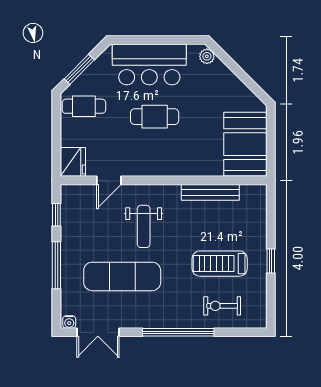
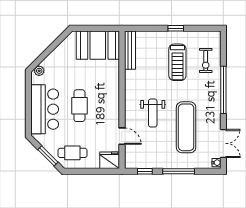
cafe table: (84, 106) -> (72, 153), turned 90
bench: (210, 192) -> (130, 50), moved
weight bench: (144, 226) -> (153, 113), turned 90

